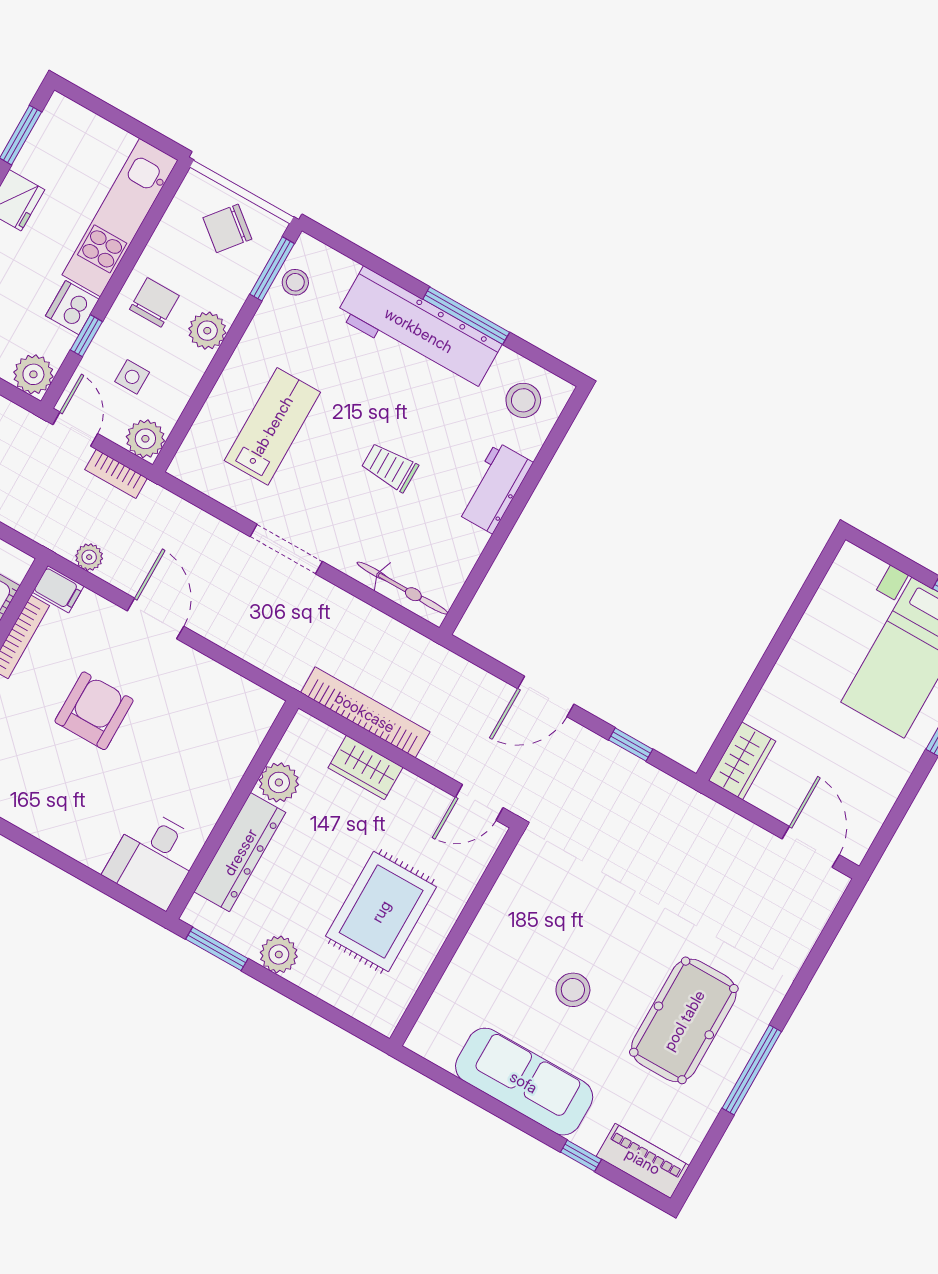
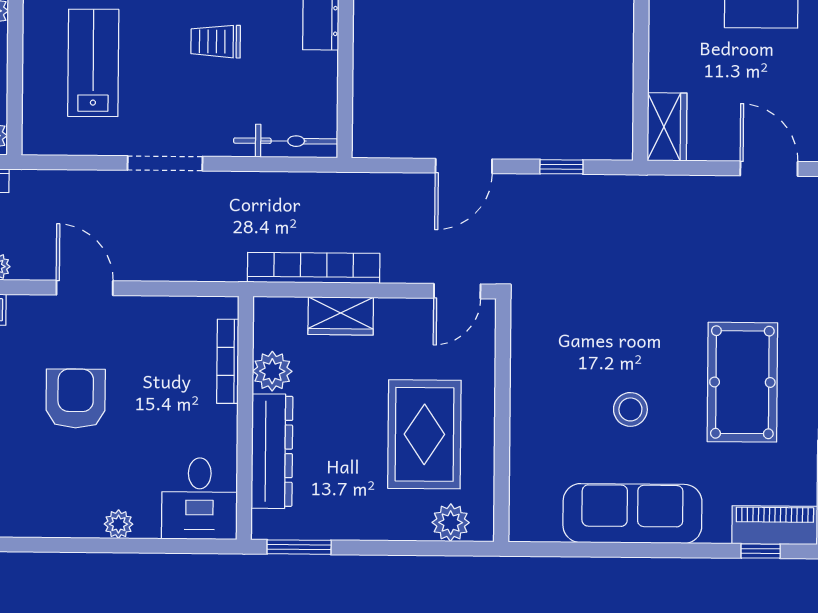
bookcase: (245, 752) -> (228, 361), added
plant: (70, 841) -> (118, 524), added
plant: (279, 955) -> (451, 523), moved
window: (581, 1156) -> (761, 551), moved

